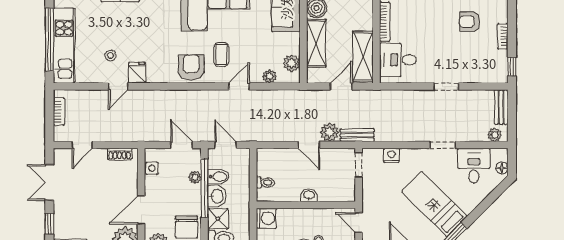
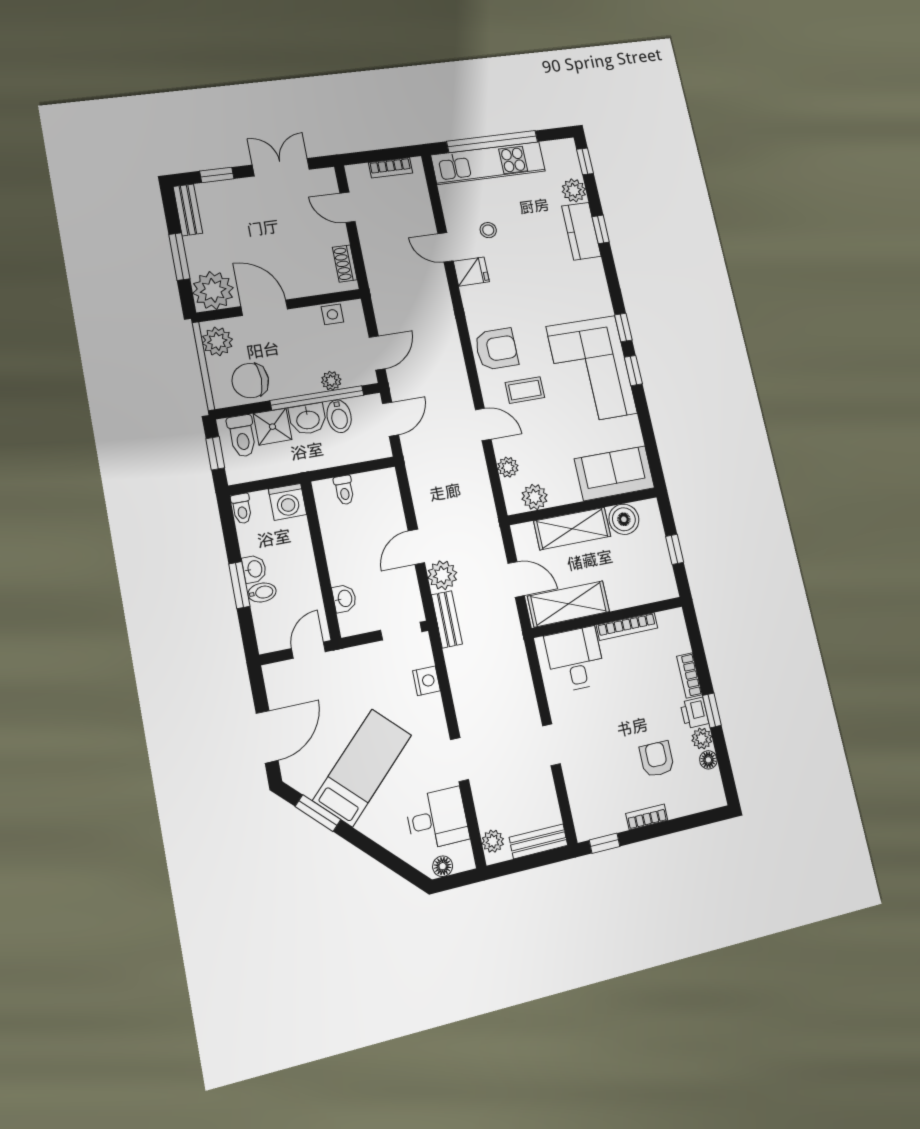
washbasin: (309, 195) -> (344, 598), moved

